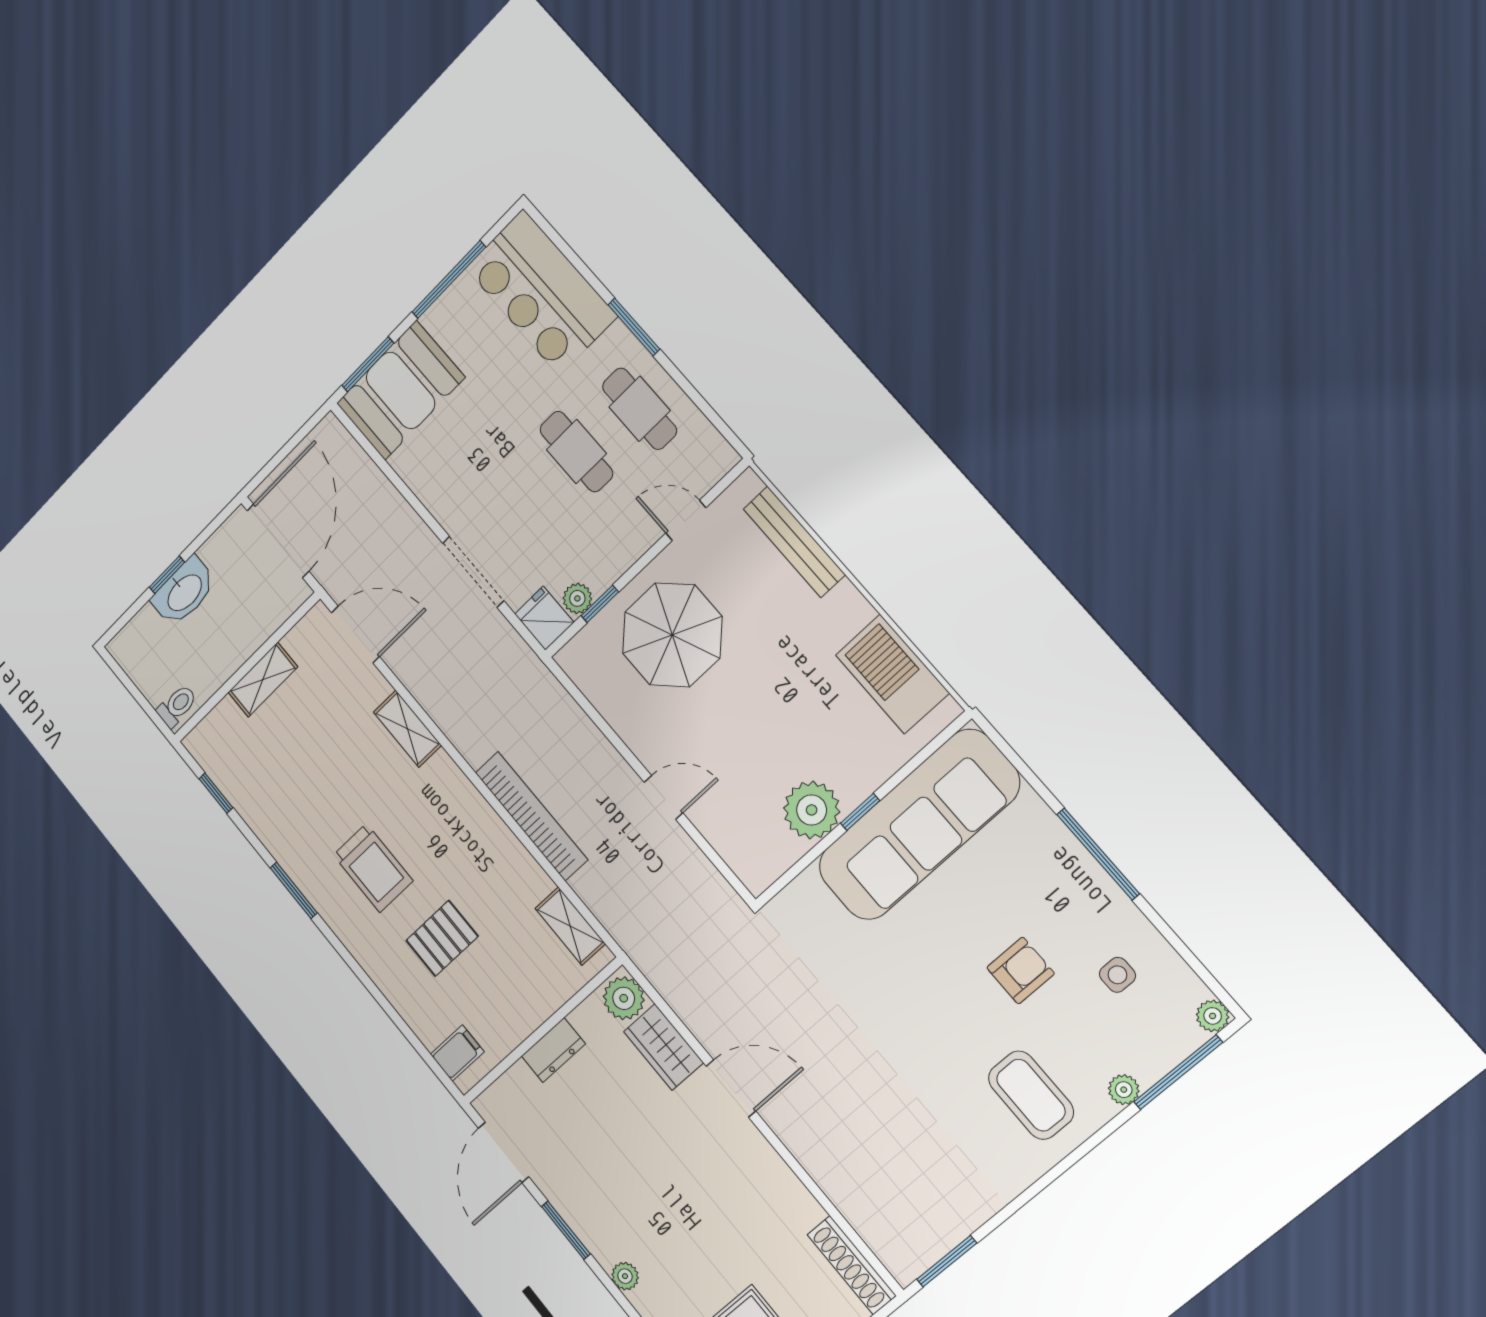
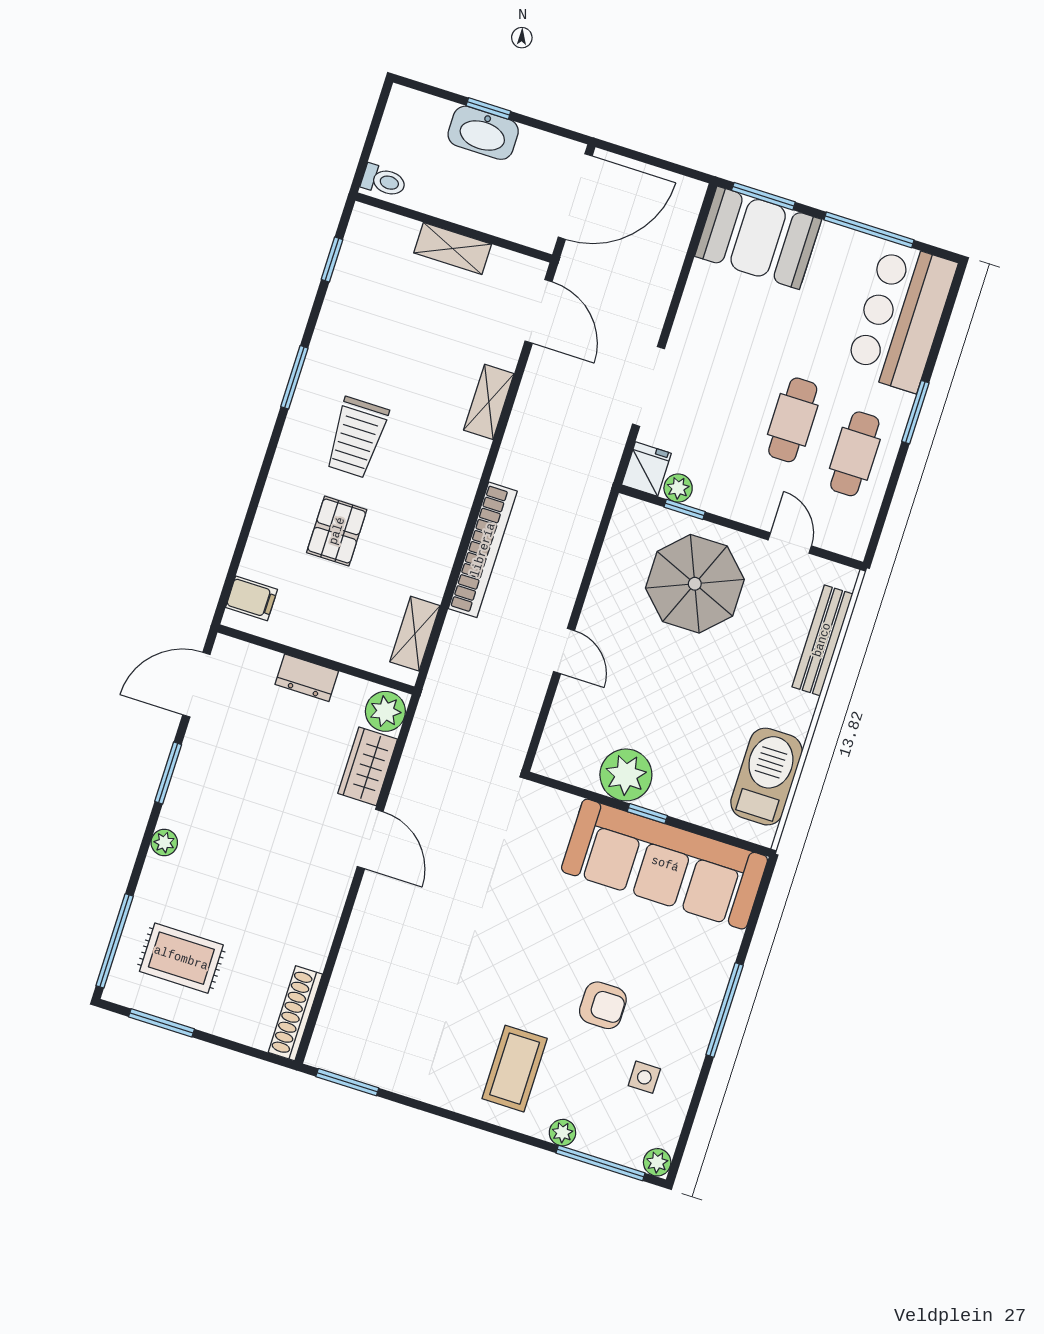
pallet: (442, 938) -> (337, 531), turned 90

